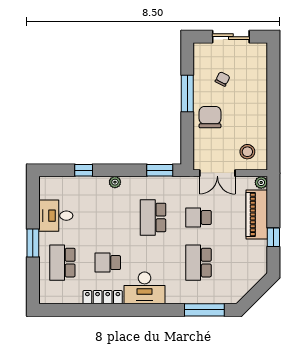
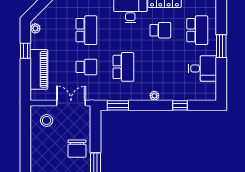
plant: (261, 182) -> (35, 28), moved

